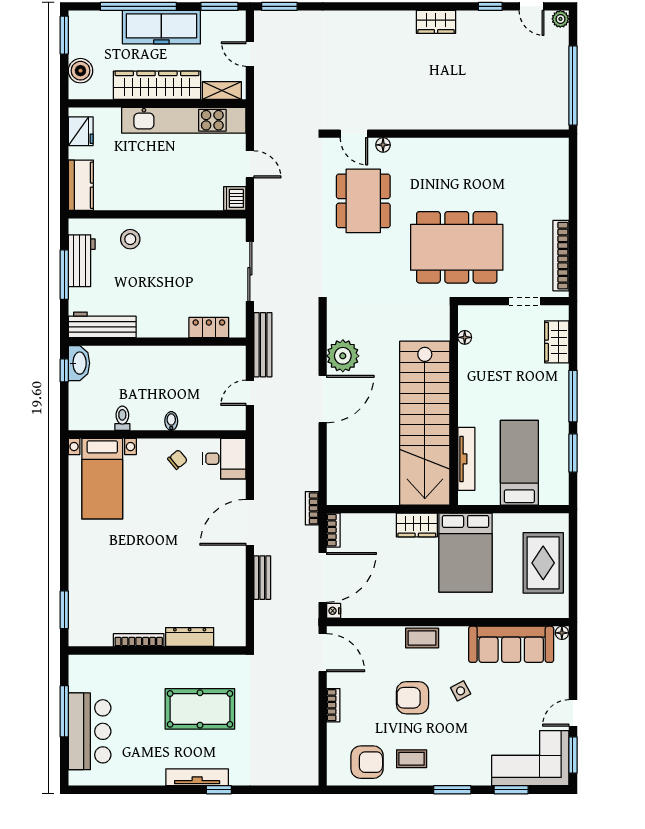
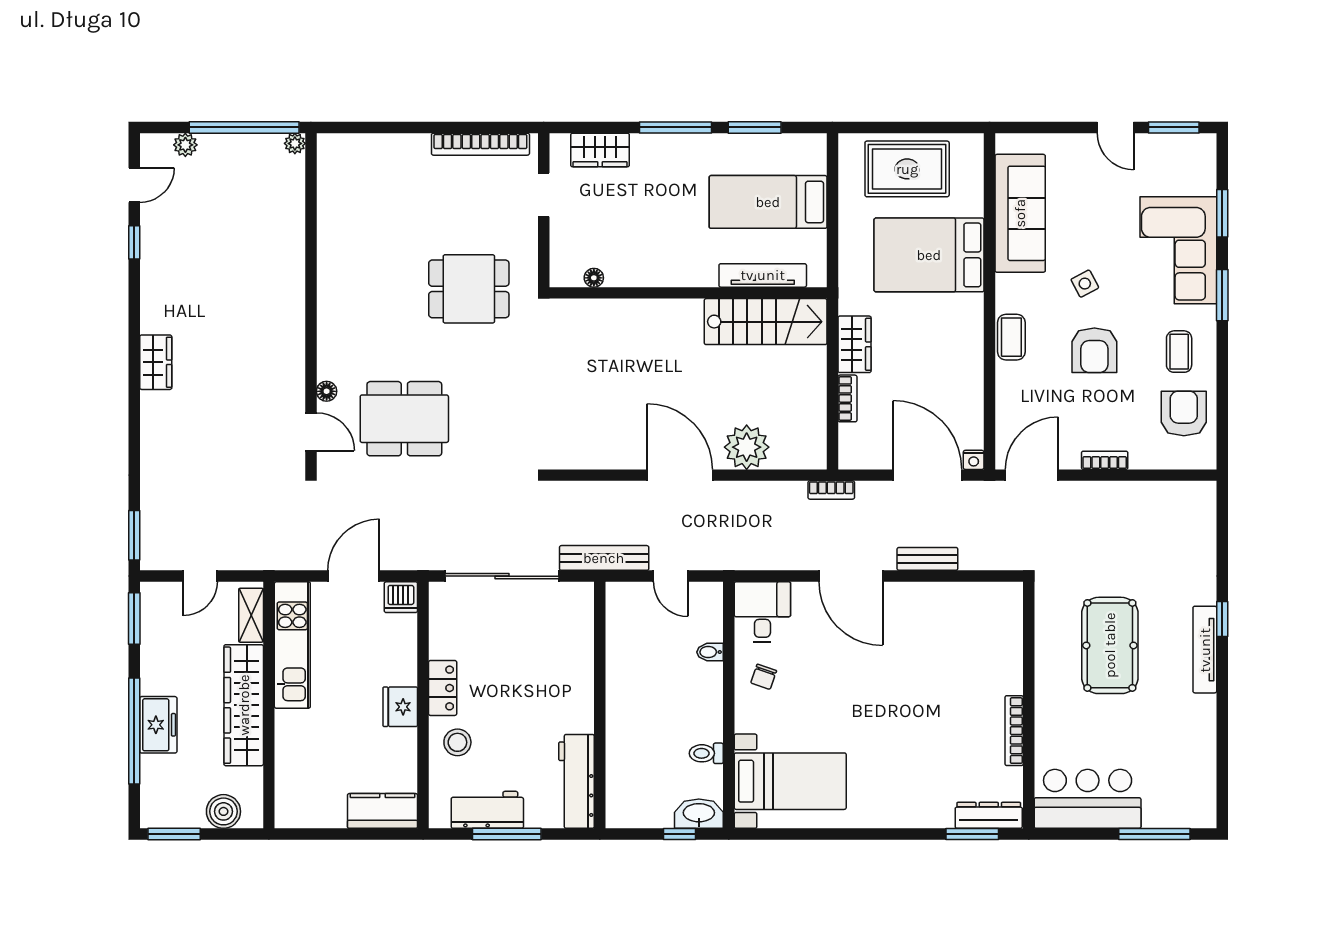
plant: (560, 19) -> (185, 145), moved
wardrobe: (436, 22) -> (156, 362), moved
freezer: (161, 27) -> (158, 725), width x0.52, depth x0.79
kitchen unit: (184, 120) -> (292, 645), width x0.73
plant: (561, 122) -> (295, 143), added
fridge: (81, 131) -> (400, 707), moved, turned -90
door: (354, 134) -> (311, 432), hinge flipped
door: (250, 164) -> (354, 576), width x1.38
dining table: (457, 247) -> (469, 289), width x0.53, depth x0.80
sliding door: (250, 271) -> (502, 576), width x1.36
locker: (209, 328) -> (443, 688), moved, turned 180
plant: (343, 356) -> (747, 447), moved
washbasin: (79, 363) -> (699, 814), moved
window: (64, 370) -> (679, 834), moved
bidet: (171, 421) -> (710, 652), moved
stairs: (425, 423) -> (766, 322), width x0.54, depth x0.66
chair: (177, 460) -> (764, 677), turned -122
bookcase: (333, 530) -> (847, 398), moved, turned 90
bed: (466, 553) -> (929, 255), moved, turned 180
floor lamp: (562, 633) -> (1004, 143), removed
dresser: (190, 637) -> (989, 815), moved, turned 90
window: (64, 711) -> (1154, 834), moved
bar counter: (90, 731) -> (1088, 799), moved
corner sofa: (530, 758) -> (1178, 250), moved

